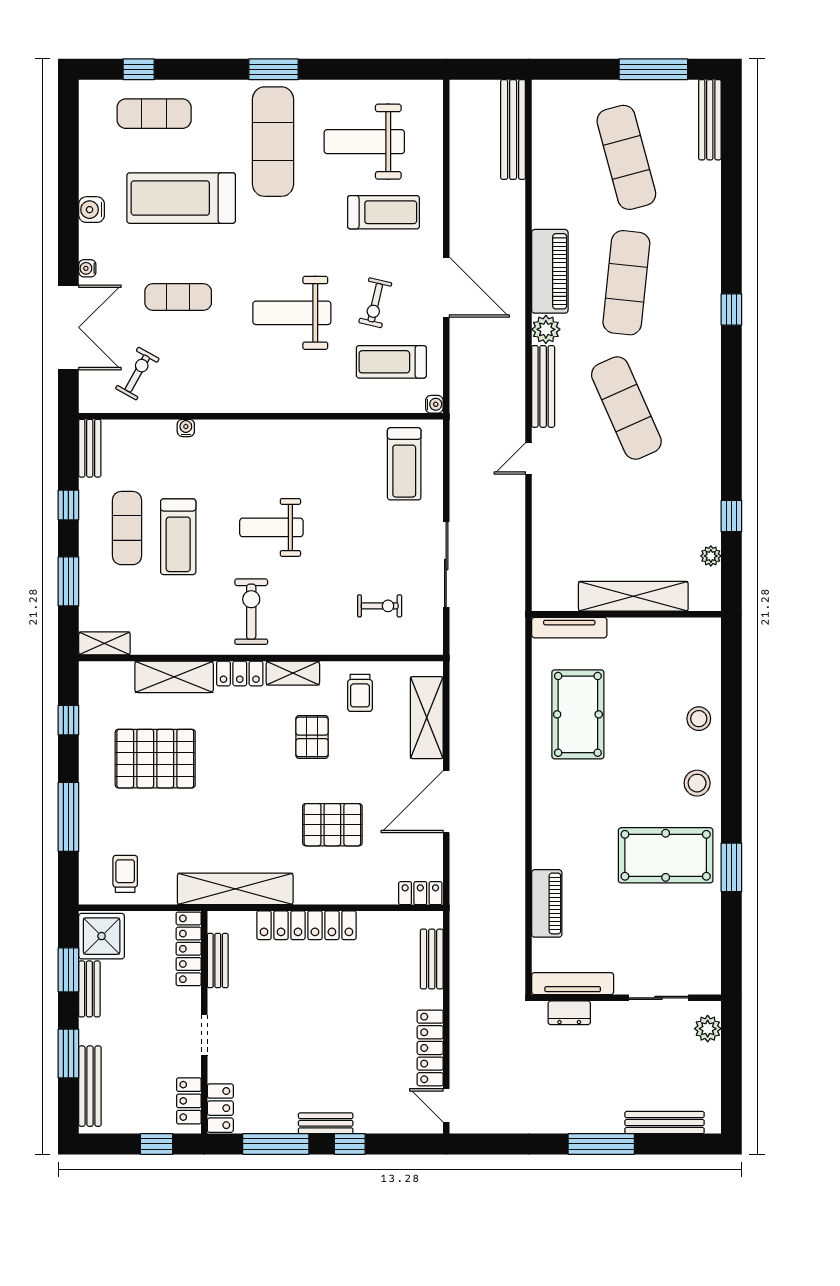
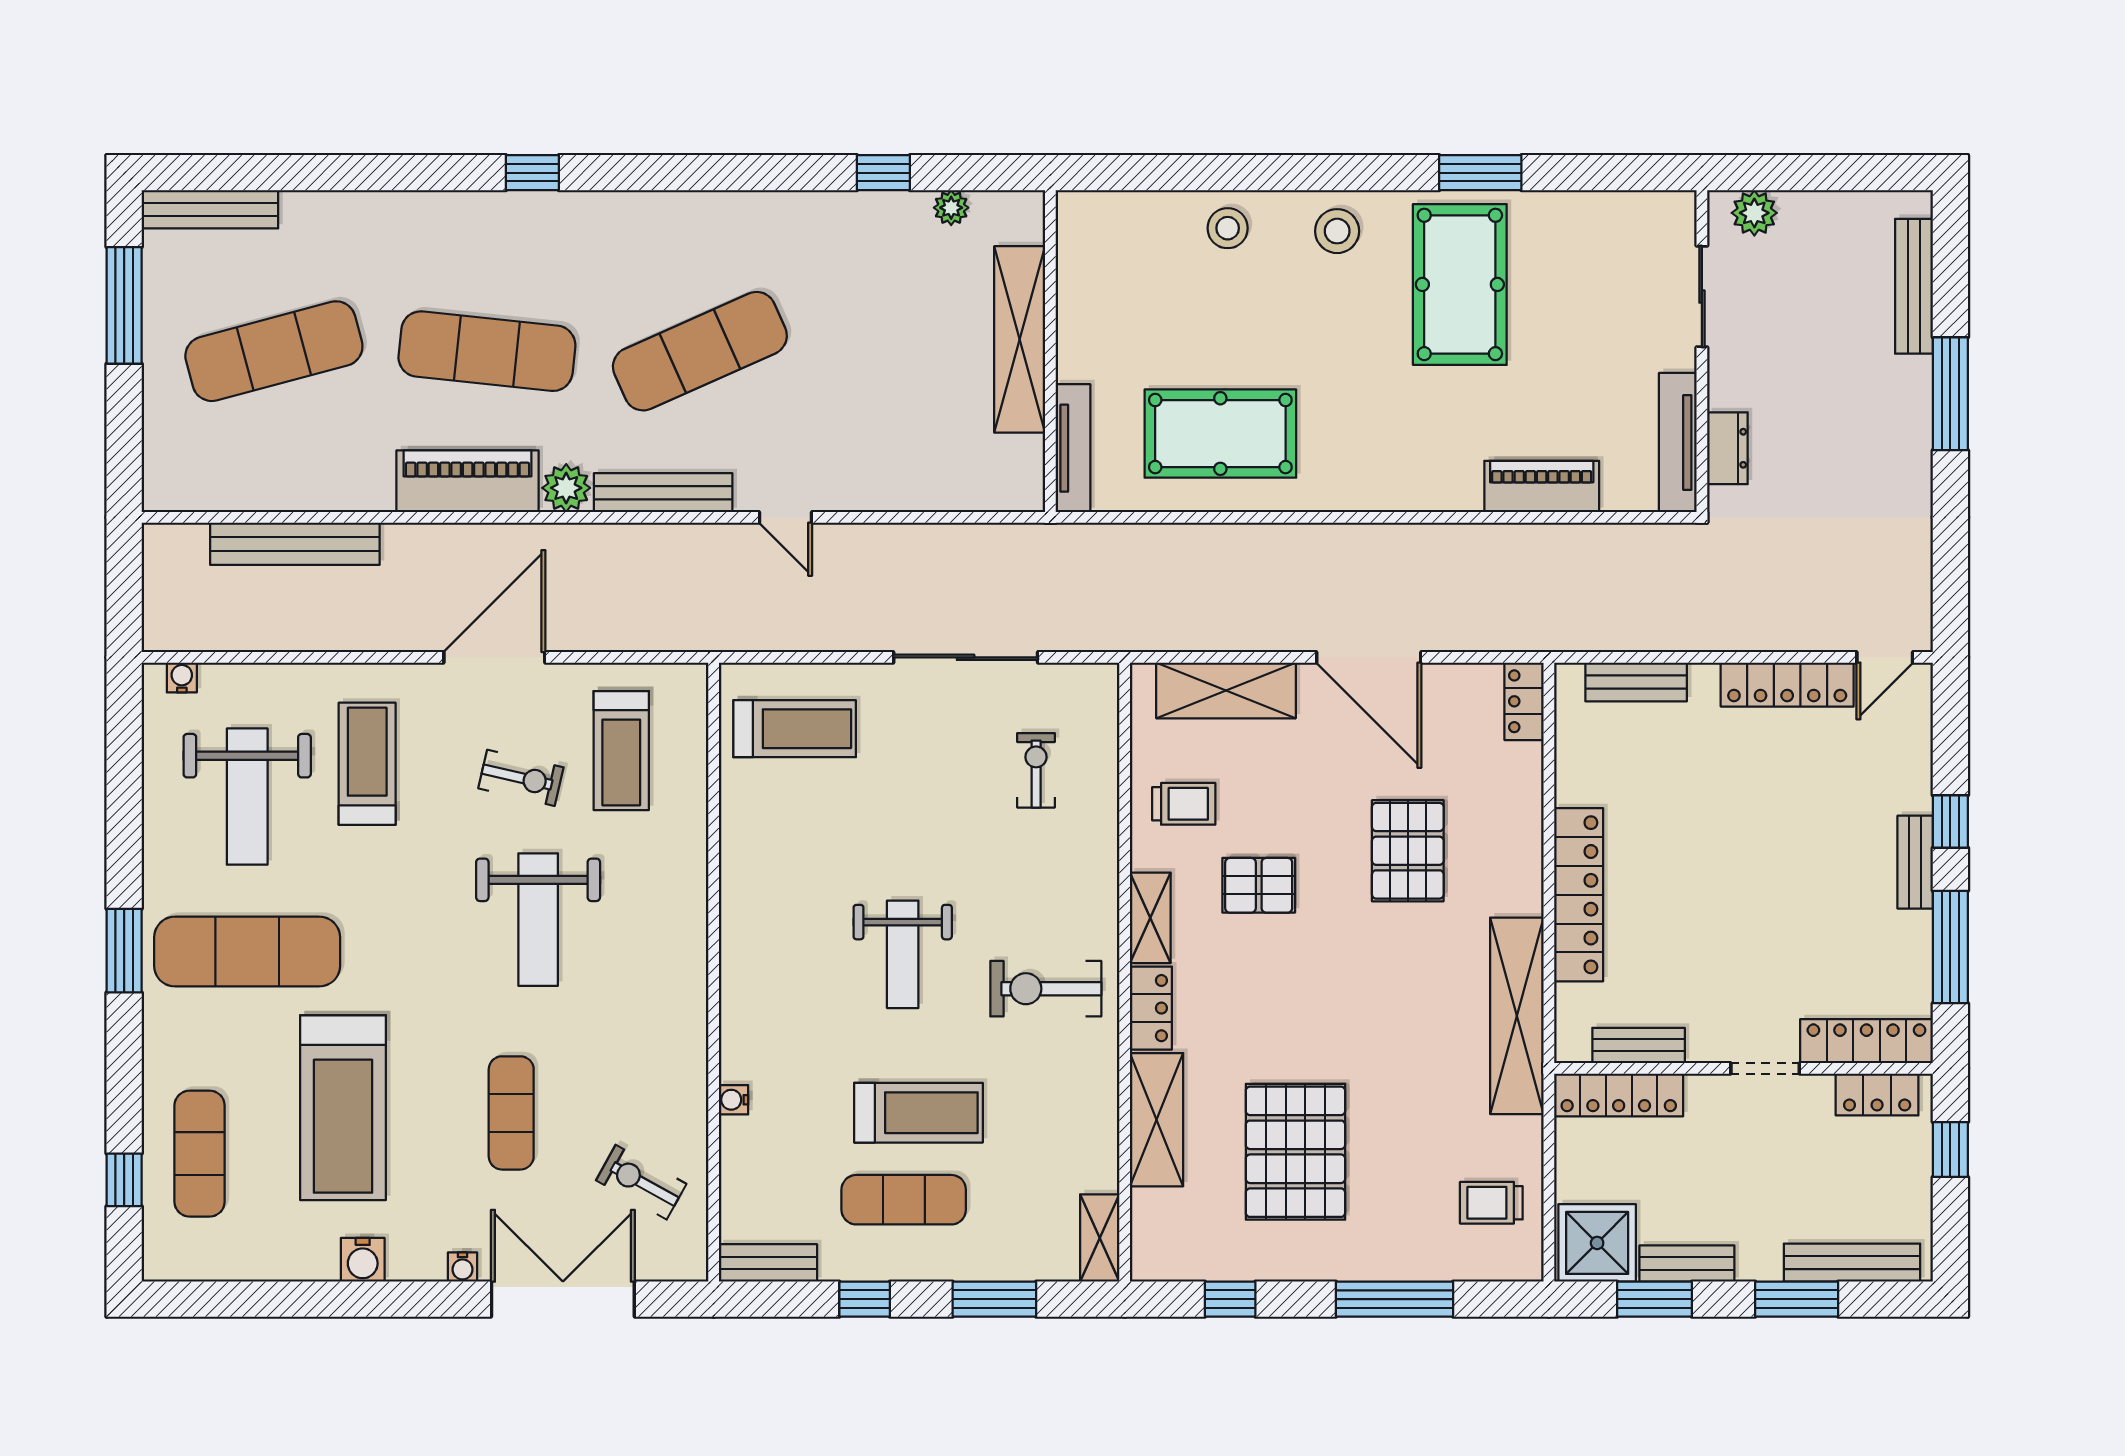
bench: (513, 129) -> (295, 544), moved
water cooler: (434, 404) -> (182, 677), moved
locker: (220, 1108) -> (1866, 1041), width x1.53

